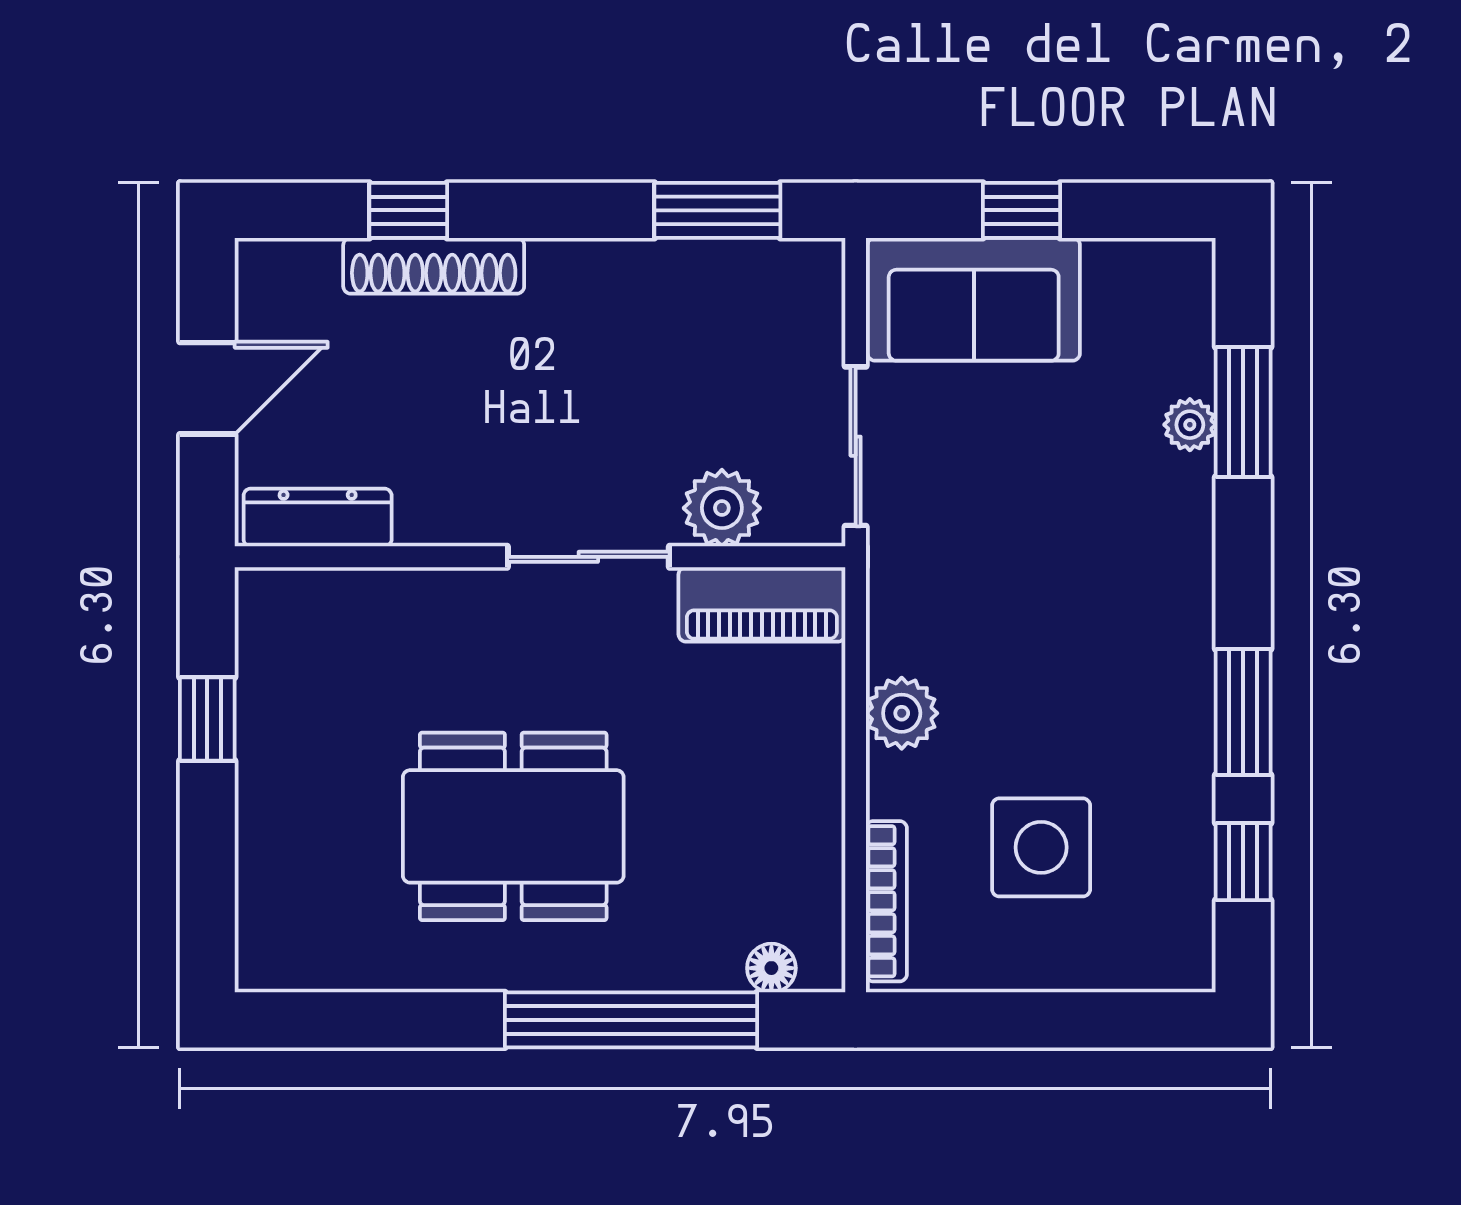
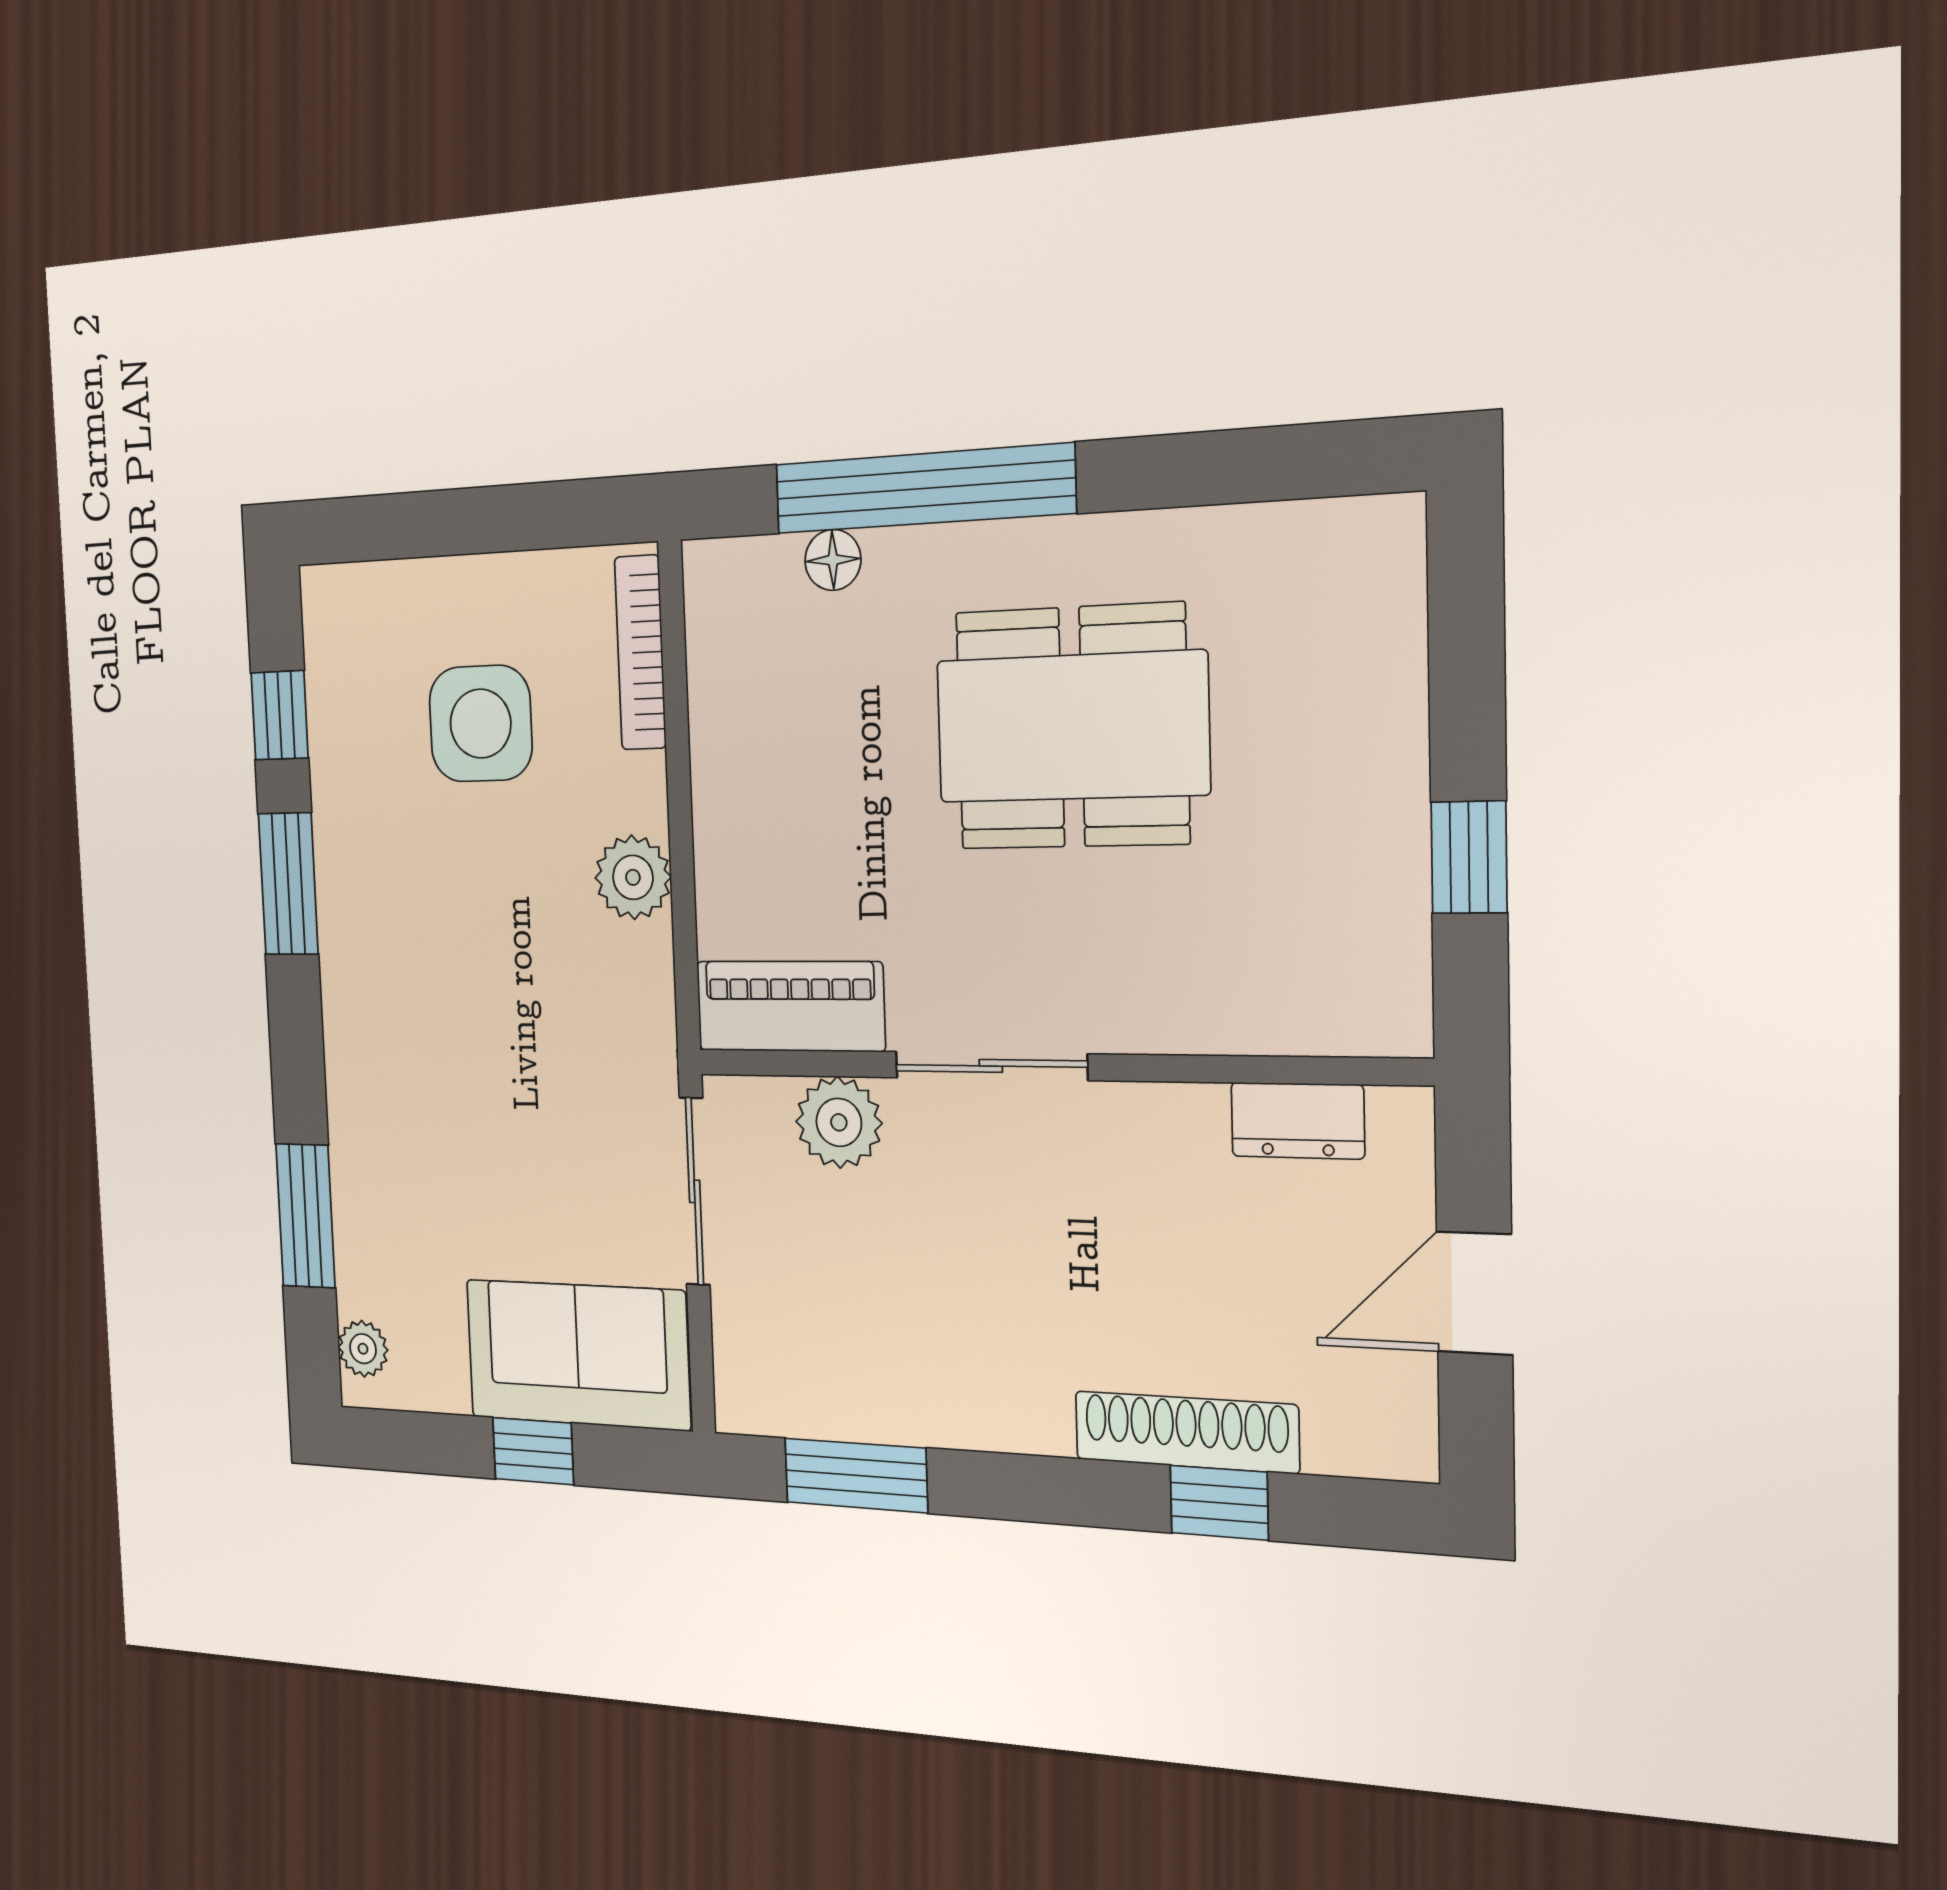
plant: (1190, 425) -> (363, 1349), moved
dresser: (318, 518) -> (1297, 1121), width x0.70
floor lamp: (771, 968) -> (833, 560), moved

